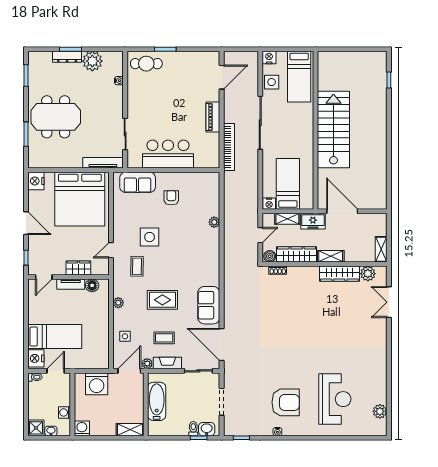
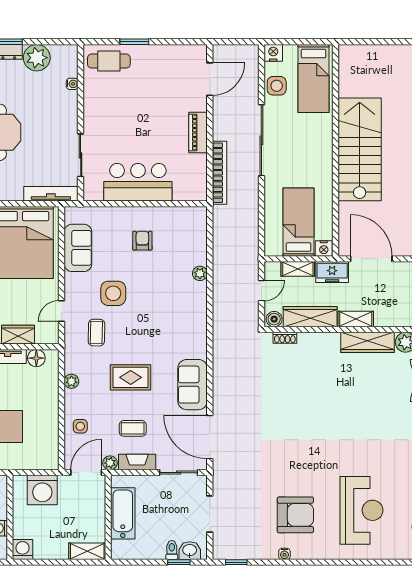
sofa: (138, 182) -> (78, 248), moved, turned -90
nightstand: (269, 204) -> (324, 248), moved

